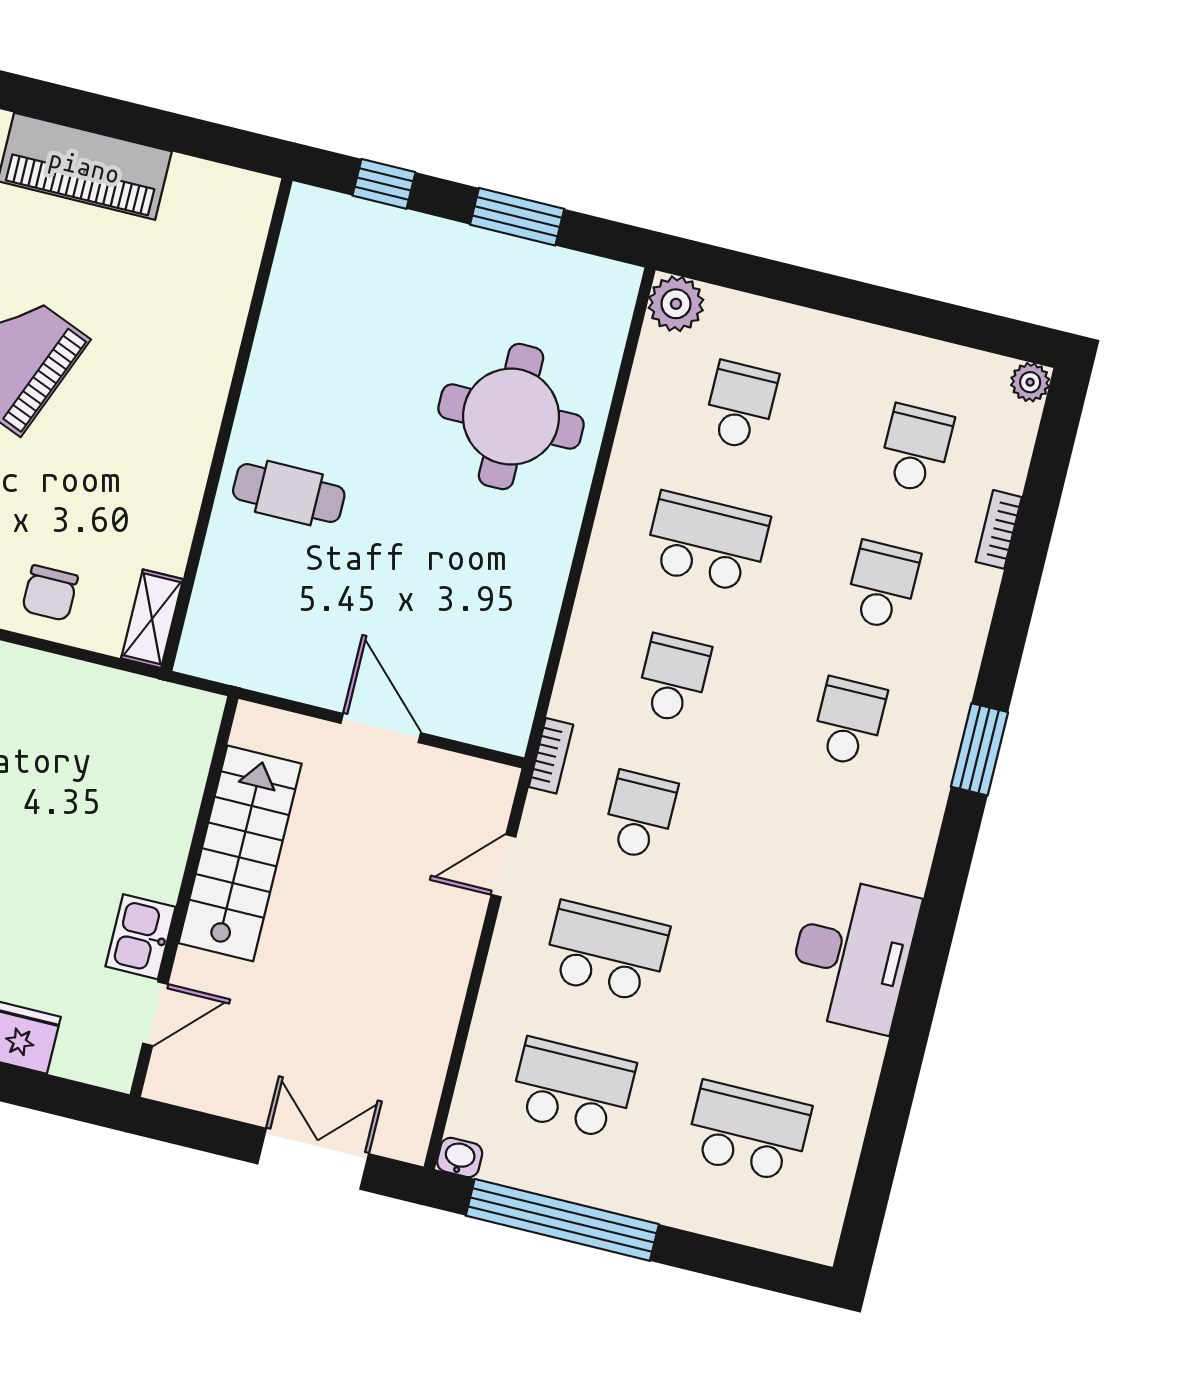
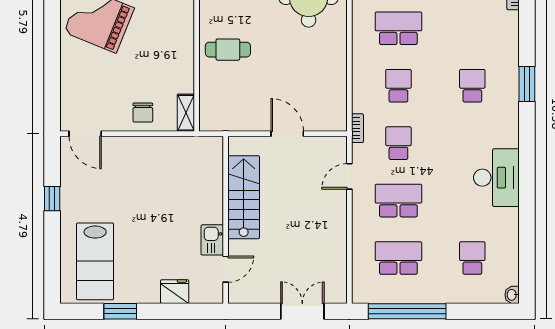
school desk: (882, 585) -> (472, 28), removed
school desk: (748, 1131) -> (472, 258), width x0.54
washbasin: (460, 1158) -> (512, 295), moved, turned -90

